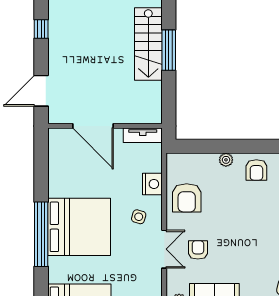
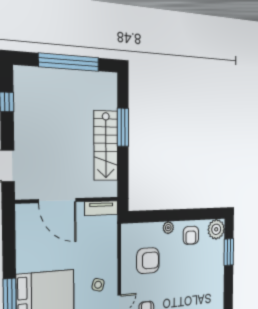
stairs: (148, 44) -> (106, 146), moved
nightstand: (152, 184) -> (109, 253), removed
armchair: (187, 198) -> (148, 261), moved, turned -90

